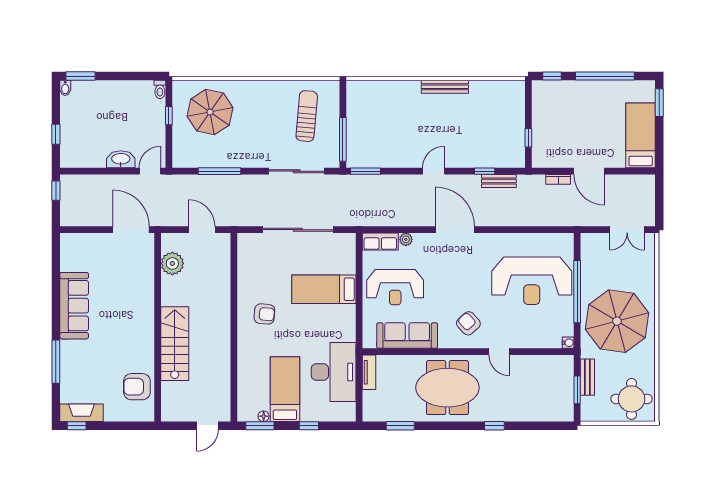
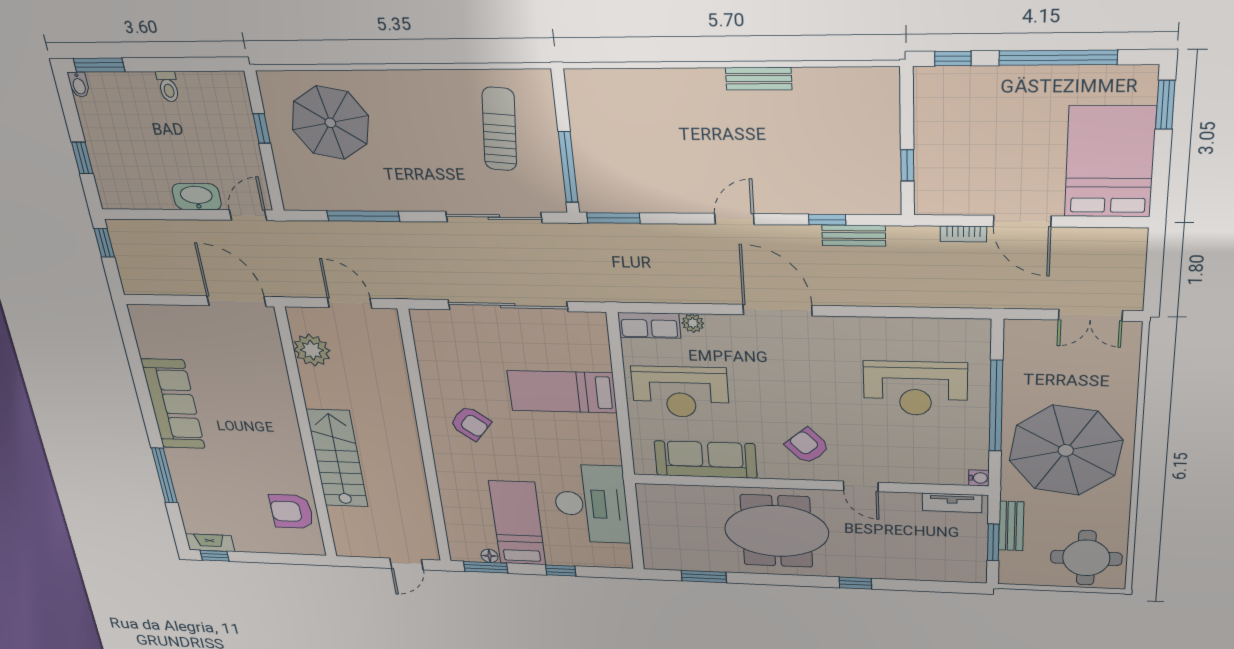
bench: (445, 87) -> (759, 79), width x0.73
toilet: (160, 89) -> (168, 86), moved
bed: (641, 135) -> (1110, 162), width x1.50
reception desk: (532, 281) -> (915, 388), width x0.74, depth x0.77
armchair: (264, 314) -> (470, 423), turned 33
tv unit: (369, 372) -> (952, 503), moved, turned 90
fireplace: (82, 413) -> (210, 543), width x0.73, depth x0.76

